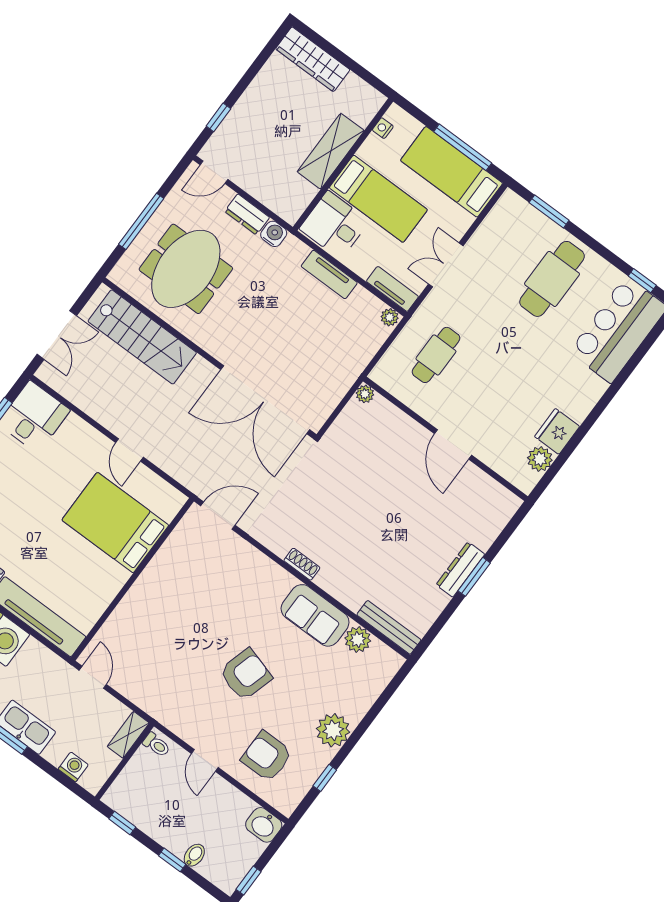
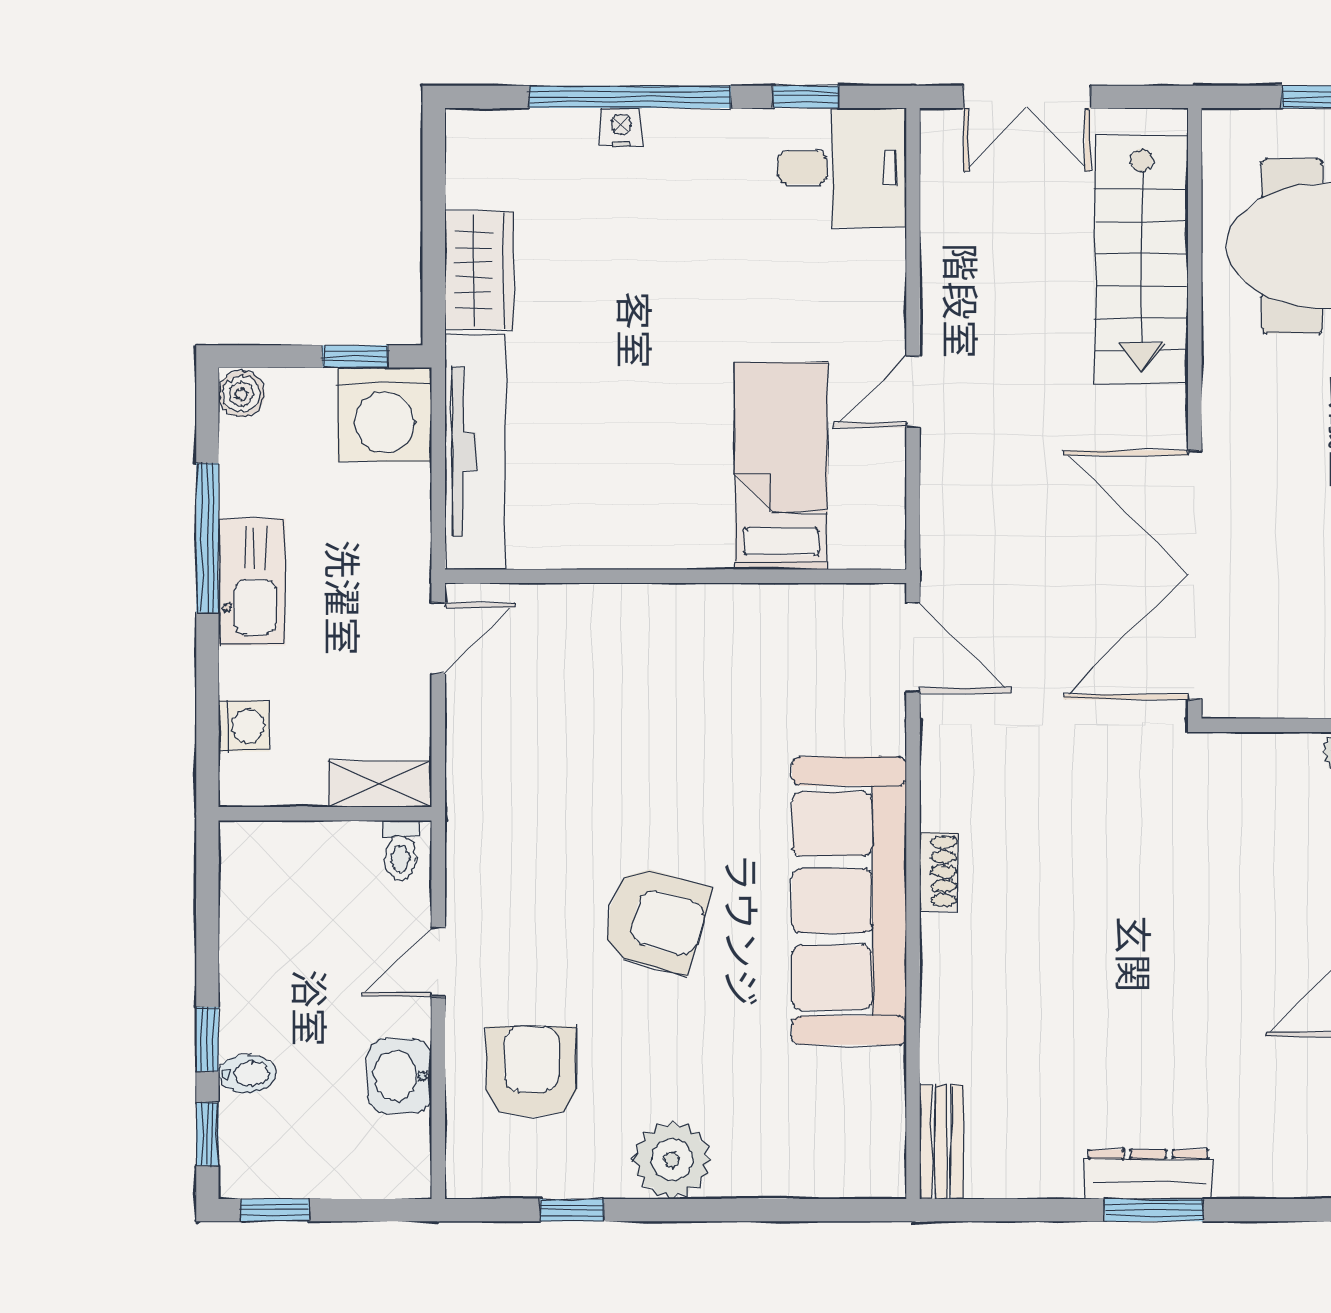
bed: (115, 523) -> (781, 466), width x0.67
sofa: (315, 615) -> (849, 901), width x1.85, depth x1.27
bench: (389, 627) -> (941, 1142), width x0.73
plant: (358, 639) -> (876, 1080), removed
window: (122, 823) -> (207, 1134), moved
washbasin: (264, 825) -> (400, 1076), moved

